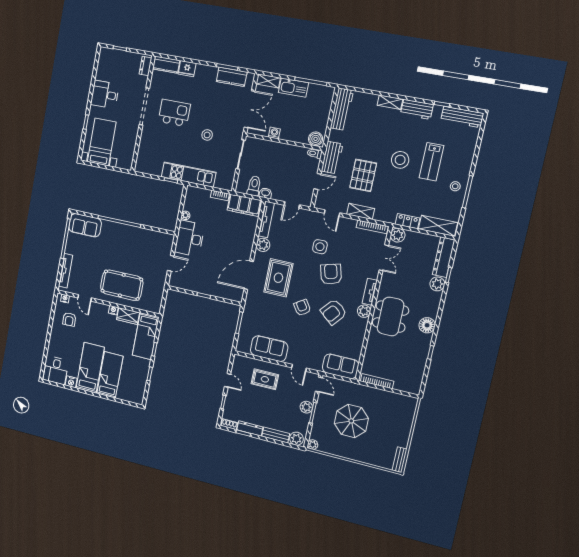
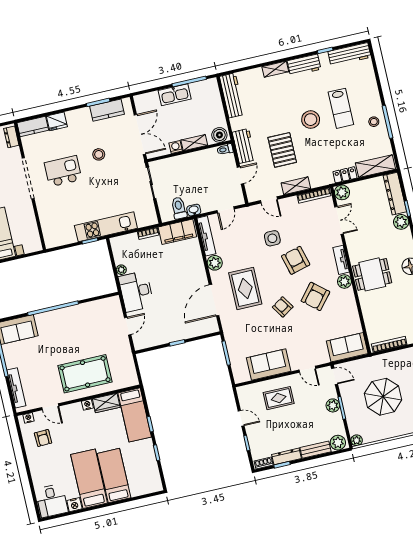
shelving: (268, 81) -> (194, 143), moved
stool: (207, 135) -> (99, 154), moved
dining table: (391, 317) -> (372, 274), width x0.73

